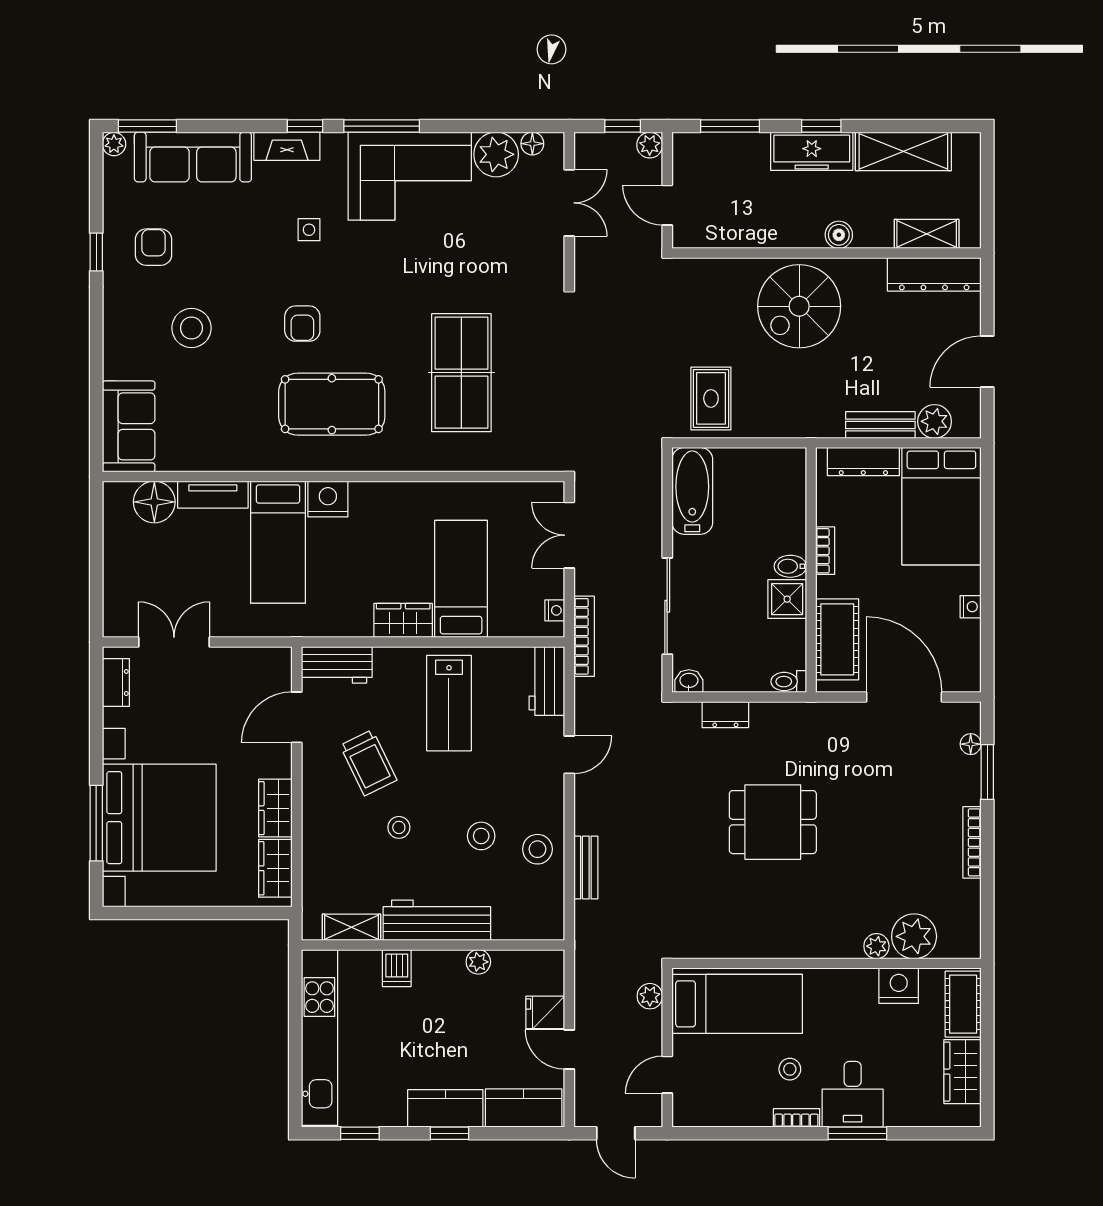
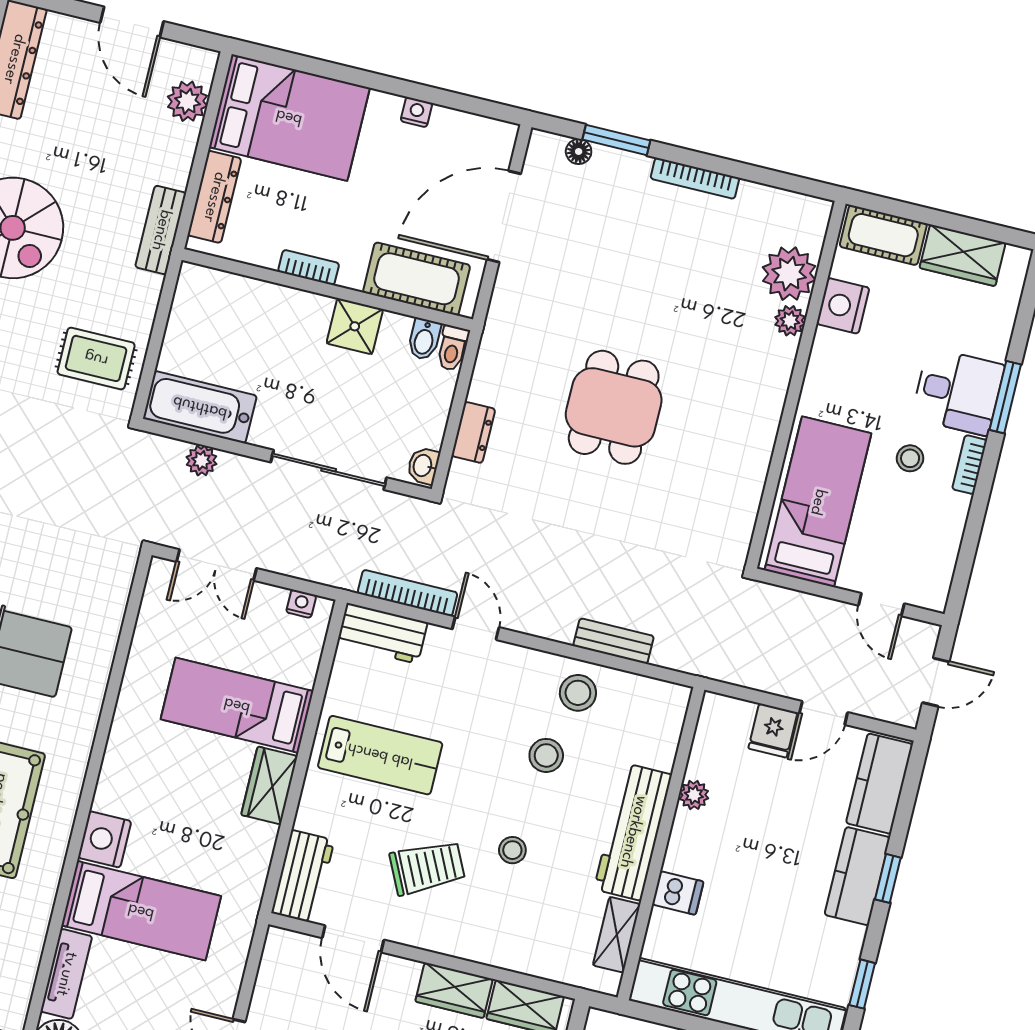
bench: (880, 425) -> (161, 230), moved
bidet: (790, 566) -> (424, 339), moved
bookcase: (584, 636) -> (408, 593), moved
plant: (650, 996) -> (201, 461), moved

